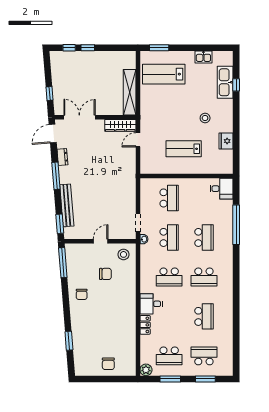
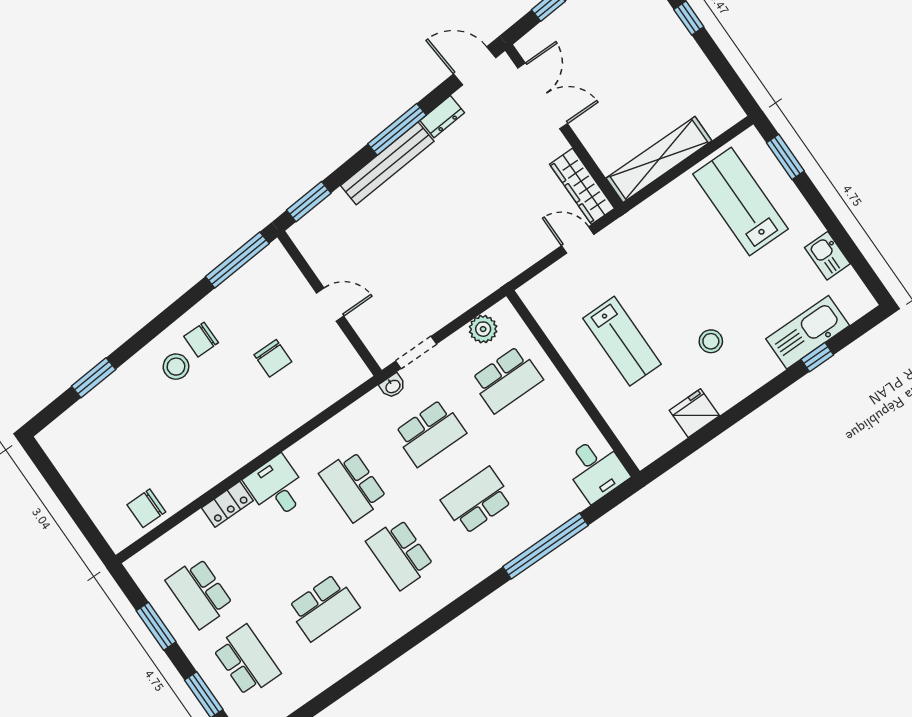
lab bench: (184, 149) -> (622, 341), turned 180
bench: (67, 205) -> (387, 163), moved
school desk: (204, 237) -> (477, 501), turned 180
stool: (124, 254) -> (176, 367), moved
chair: (108, 364) -> (146, 508), moved
plant: (146, 370) -> (483, 329), moved

